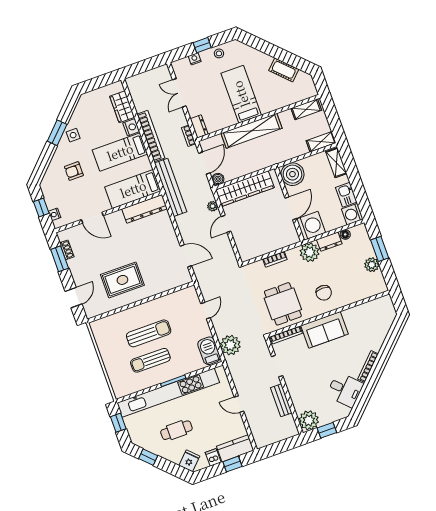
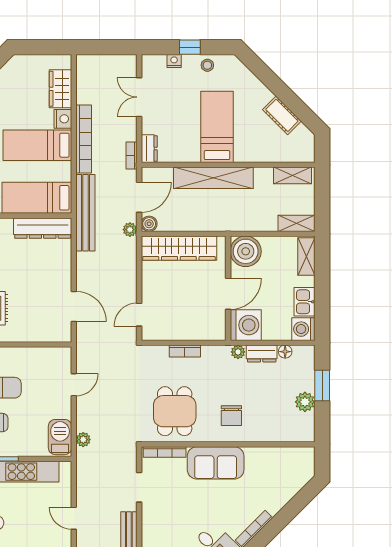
plant: (213, 206) -> (130, 230), moved
door: (226, 224) -> (139, 315), moved
plant: (310, 252) -> (238, 352), width x0.53, depth x0.53
plant: (230, 345) -> (83, 440), width x0.53, depth x0.53

